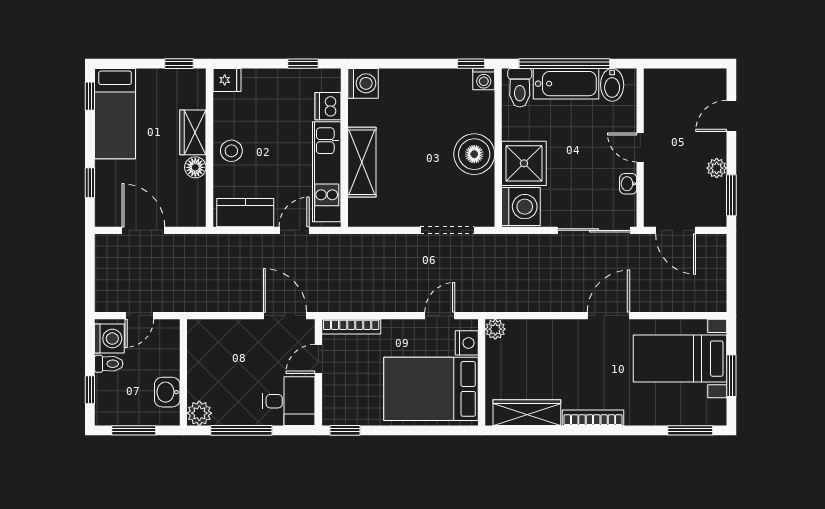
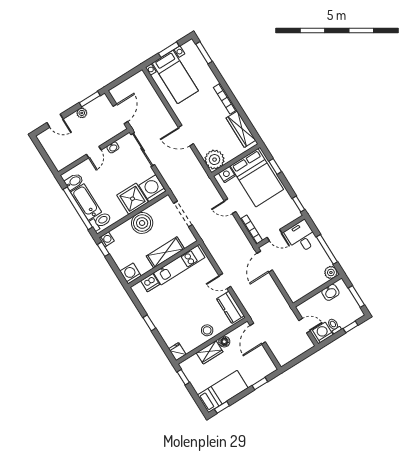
washing machine: (363, 83) -> (131, 274), moved
dishwasher: (328, 106) -> (150, 283), moved
wall: (344, 148) -> (164, 264), moved
shelving: (362, 162) -> (165, 252), moved
kitchen unit: (327, 172) -> (179, 265), moved
door: (143, 230) -> (258, 334), moved
door: (440, 316) -> (230, 206), moved
door: (608, 316) -> (186, 136), moved
plant: (495, 329) -> (215, 160), width x1.88, depth x1.88
window: (431, 430) -> (275, 166), added

